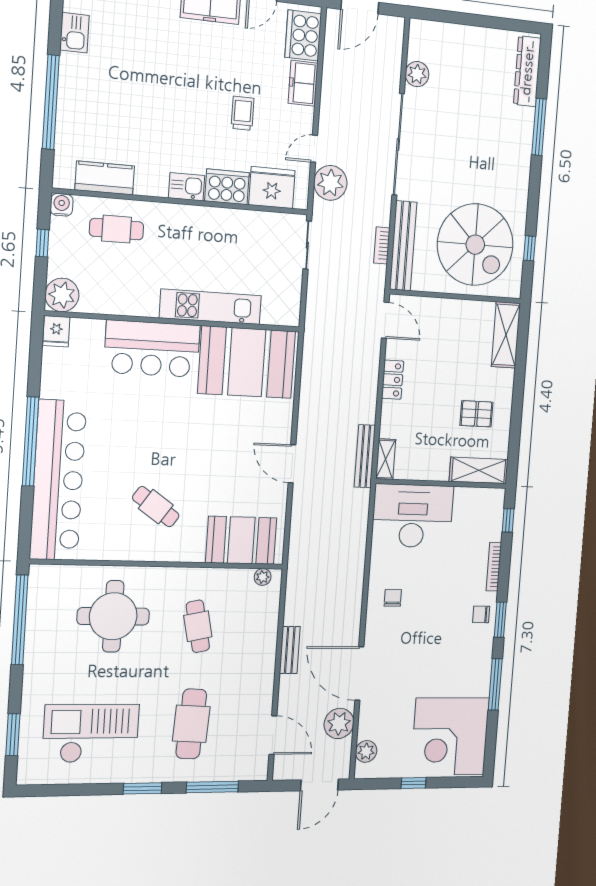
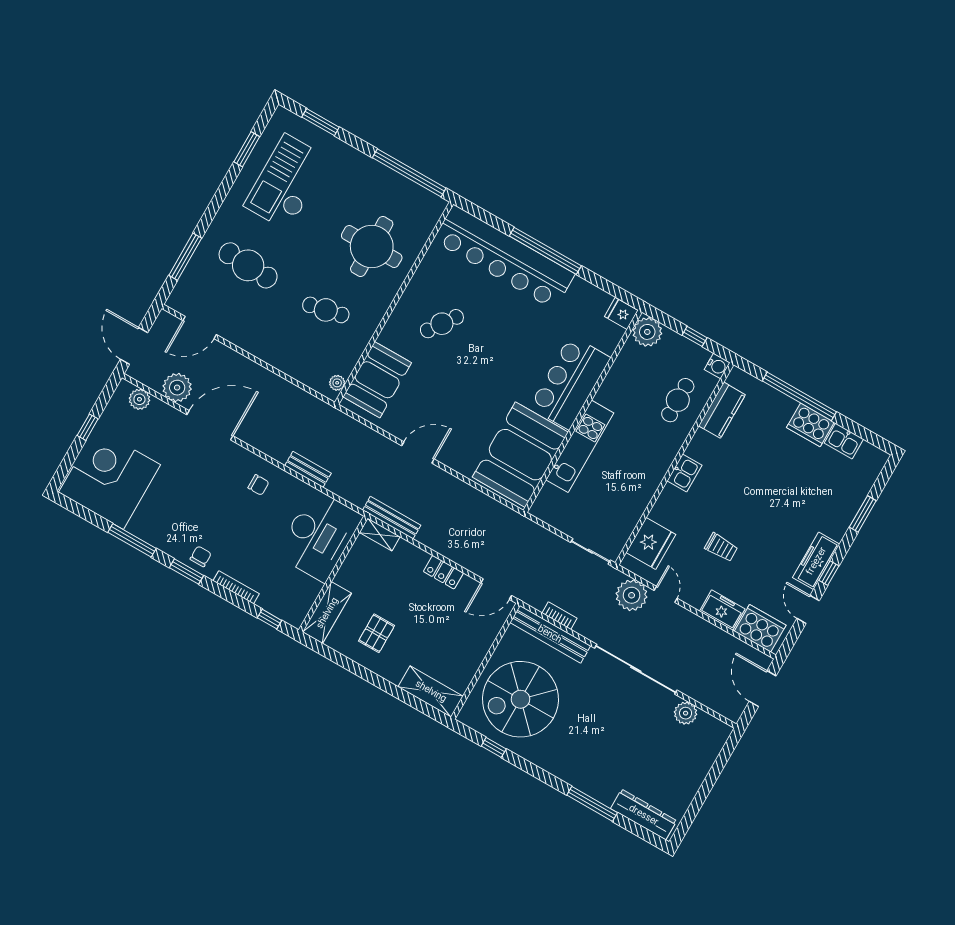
cooker: (227, 187) -> (810, 425), moved, turned 90
bench: (290, 650) -> (308, 469), moved
checkout: (91, 733) -> (287, 182), turned 180
window: (143, 788) -> (247, 149), moved

